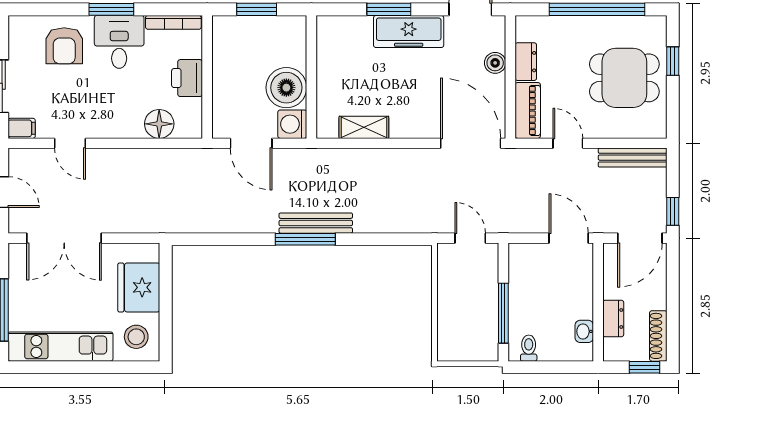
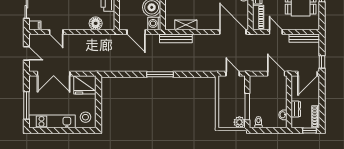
bench: (316, 223) -> (176, 38), moved
fridge: (139, 287) -> (85, 85), moved, turned -90
plant: (486, 348) -> (239, 122), added

